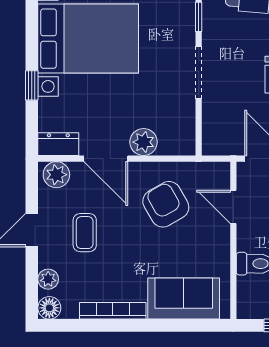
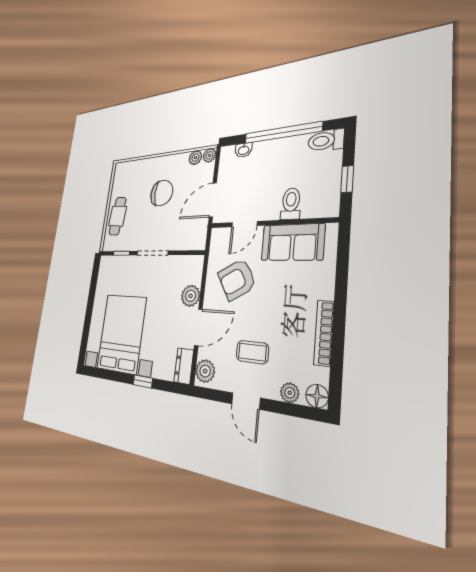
sofa: (184, 299) -> (292, 242), moved, turned -90

